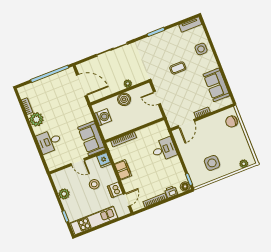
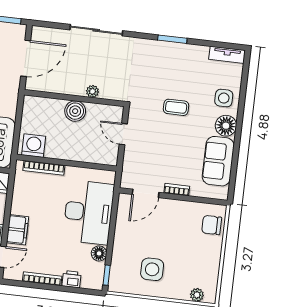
floor lamp: (210, 63) -> (226, 126), added
door: (82, 85) -> (26, 58), hinge flipped
washing machine: (103, 117) -> (34, 146), moved, turned -90
desk: (164, 149) -> (88, 212), width x1.87, depth x1.30
filing cabinet: (123, 170) -> (17, 230), moved
floor lamp: (185, 186) -> (99, 253), moved

